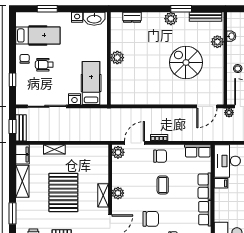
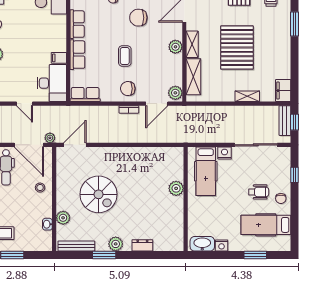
dresser: (132, 17) -> (142, 245), moved
plant: (117, 58) -> (176, 188), moved
shelving: (22, 181) -> (193, 77), moved

